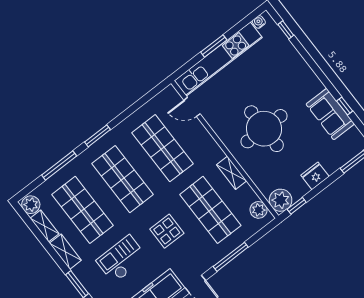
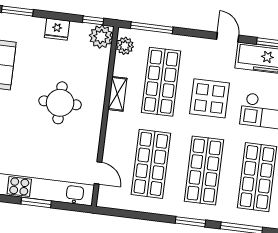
round table: (264, 129) -> (60, 103), width x0.73, depth x0.73
display table: (167, 231) -> (210, 98), width x1.36, depth x1.36
window: (231, 257) -> (152, 28), moved

